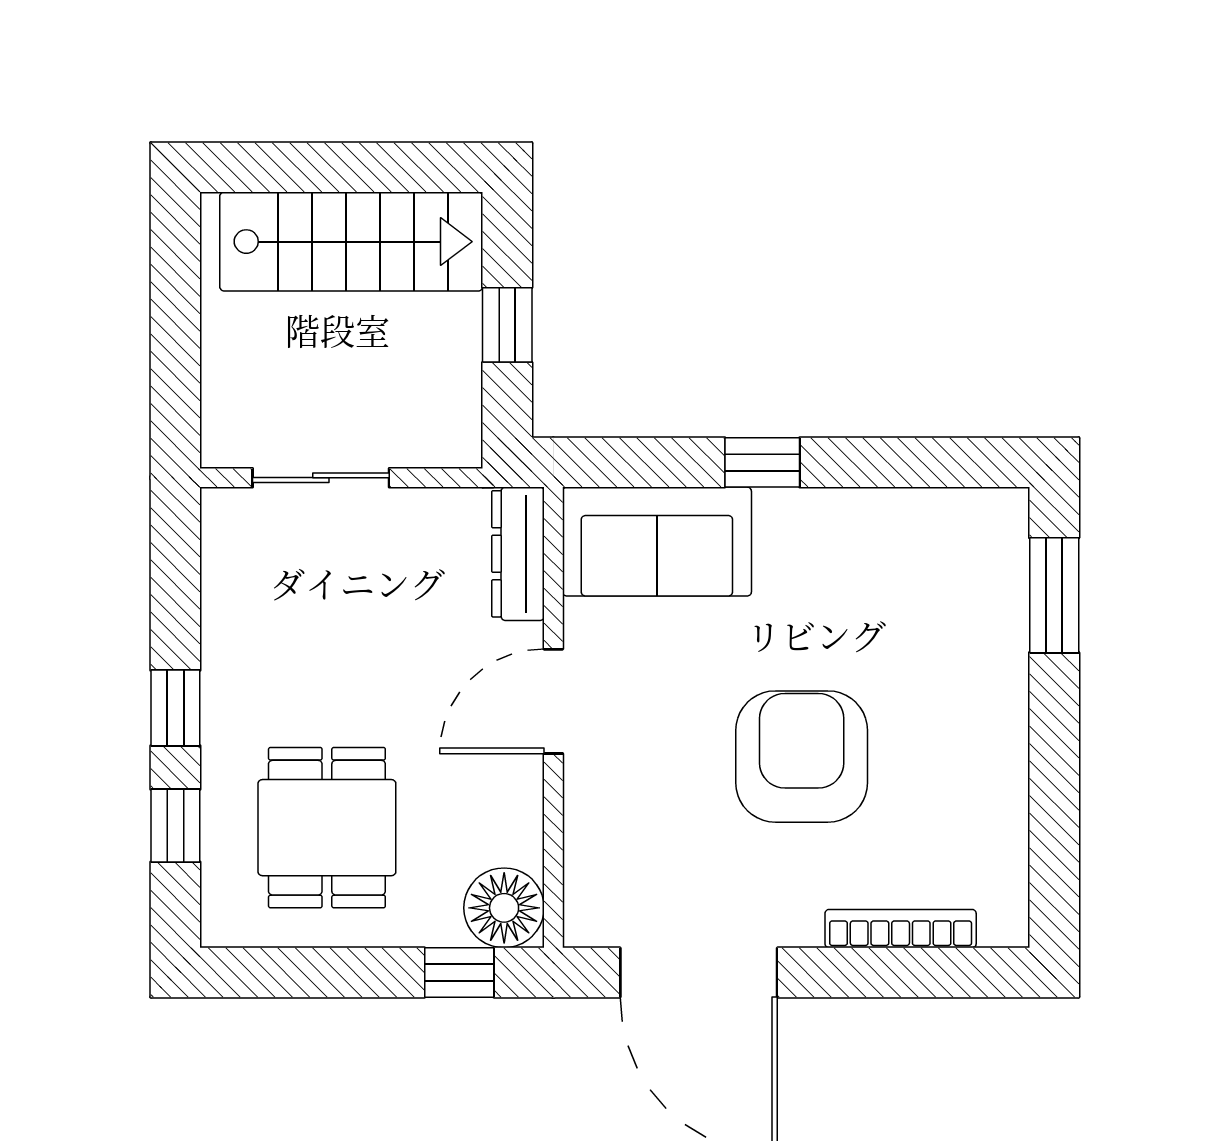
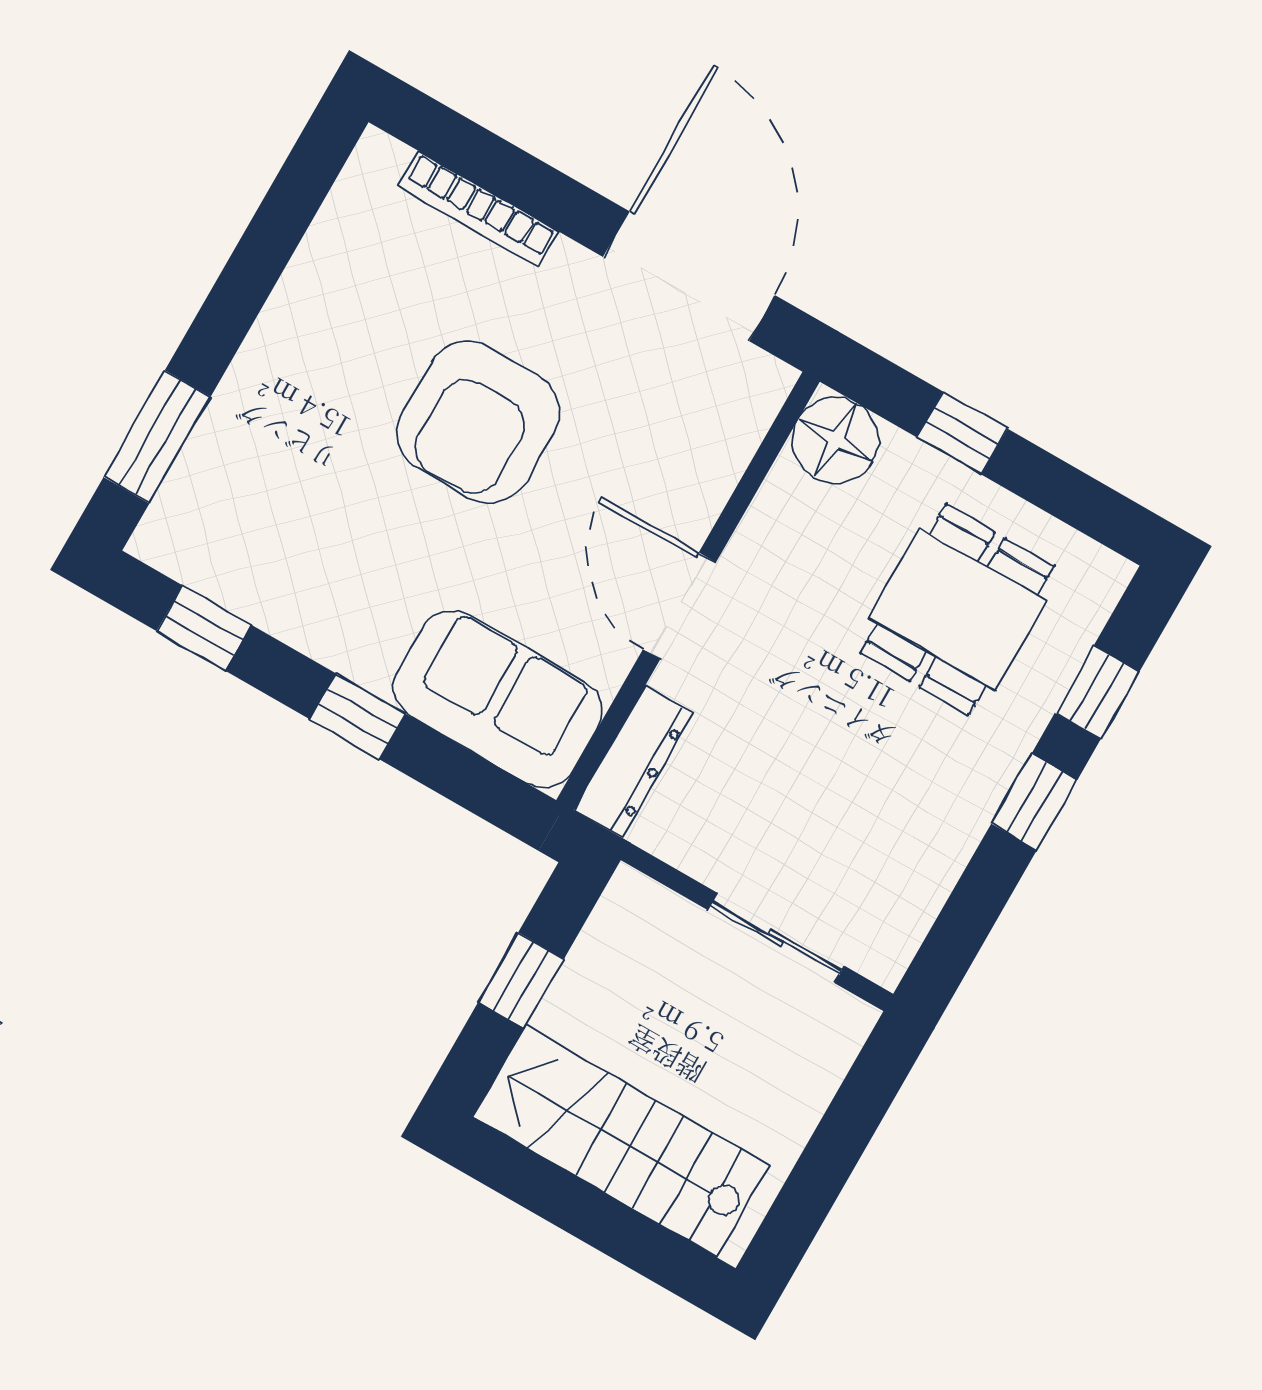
window: (927, 462) -> (204, 628), added
door: (553, 701) -> (679, 606), swing flipped
window: (459, 972) -> (962, 433), moved

